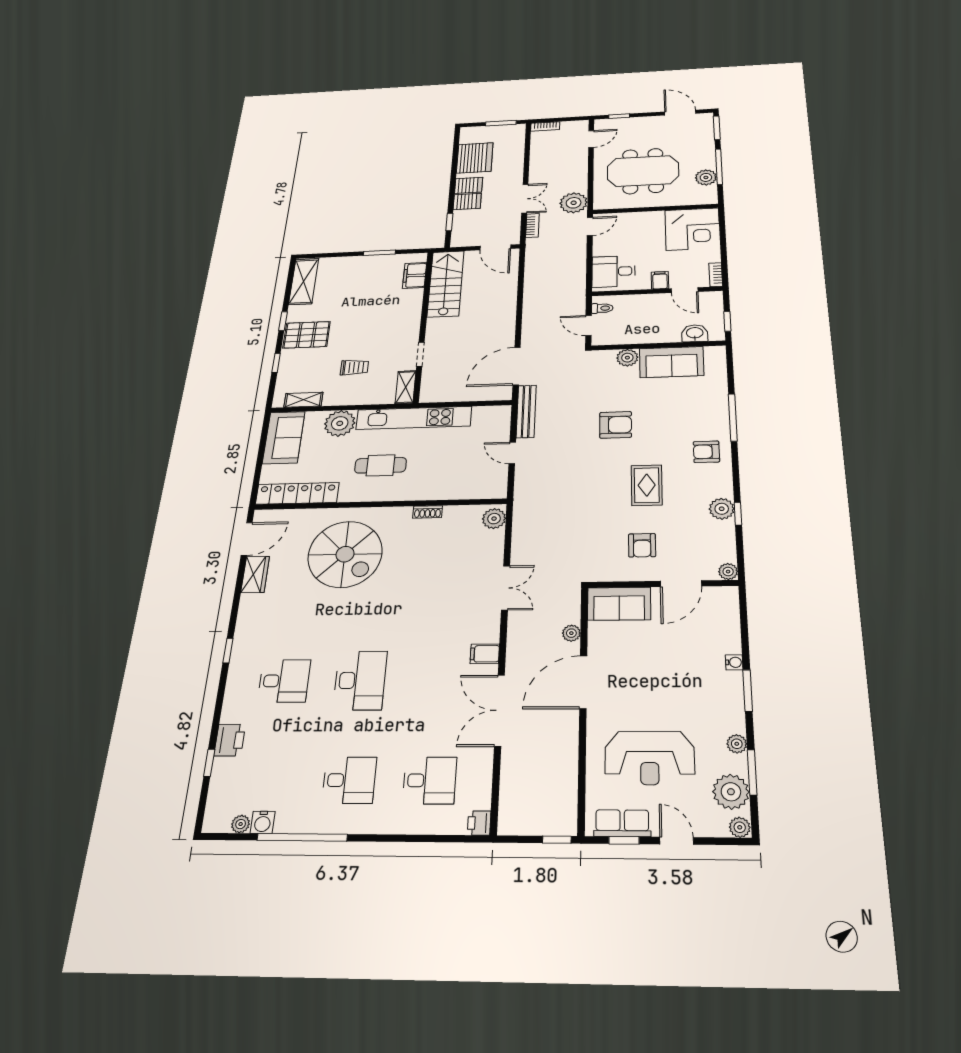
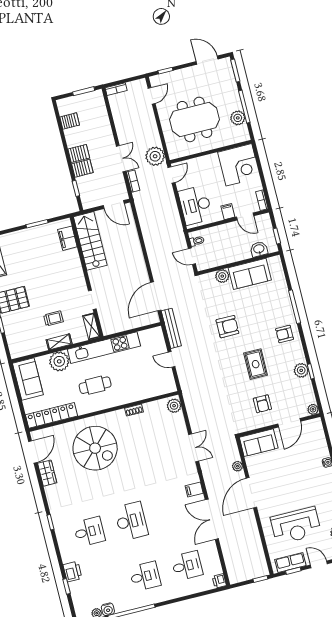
server rack: (475, 158) -> (70, 121), width x0.46, depth x0.70
desk: (614, 271) -> (195, 205), width x1.37
shelving: (303, 400) -> (59, 342), moved

